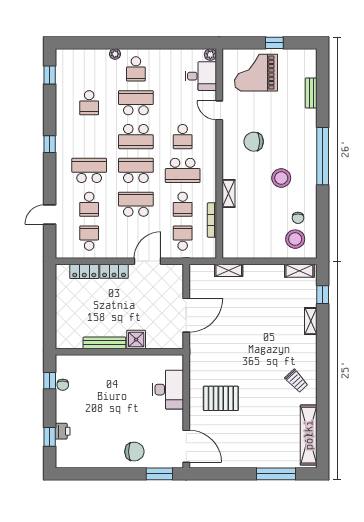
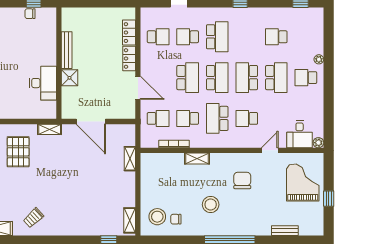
shelving: (311, 321) -> (50, 129), moved
desk: (168, 390) -> (43, 83), moved, turned -90

